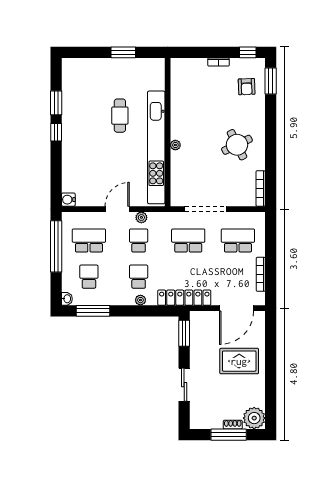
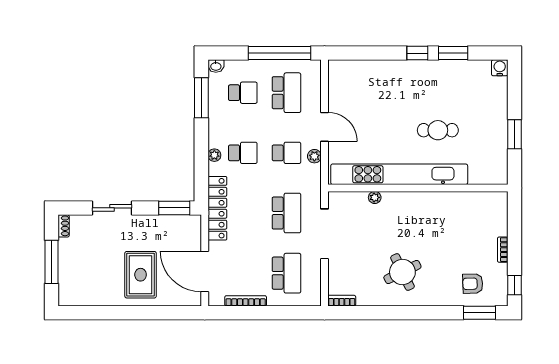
plant: (175, 145) -> (375, 197), moved
bookcase: (261, 188) -> (342, 301), width x0.64
water cooler: (68, 200) -> (500, 68), moved
plant: (254, 418) -> (71, 293), removed
shoe rack: (233, 425) -> (64, 226), moved

